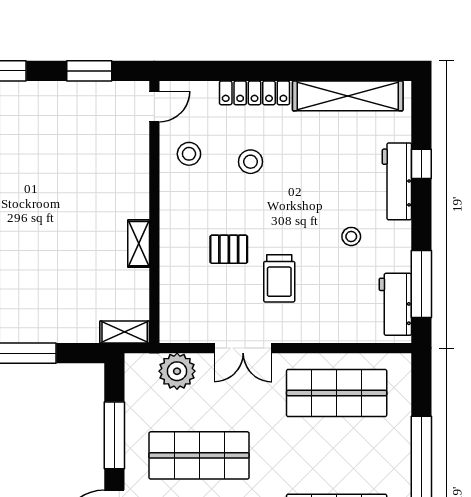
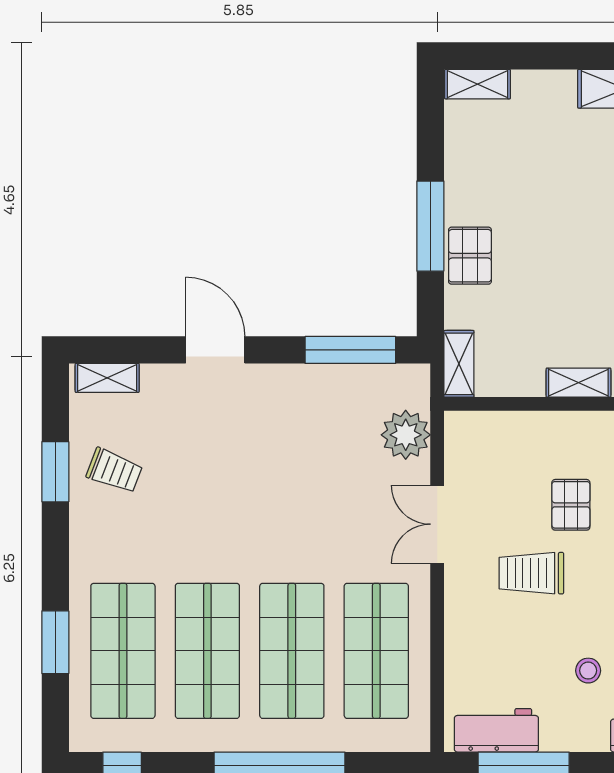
pallet: (45, 324) -> (470, 256), added
window: (114, 435) -> (350, 350), moved
shop shelf: (199, 455) -> (292, 651), moved

